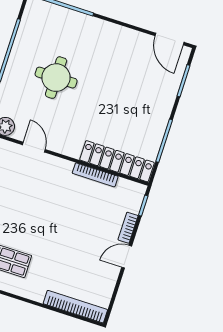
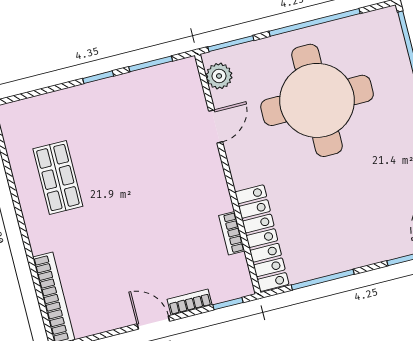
round table: (56, 78) -> (317, 100), width x1.86, depth x1.86
bookcase: (95, 175) -> (232, 233), width x0.64

